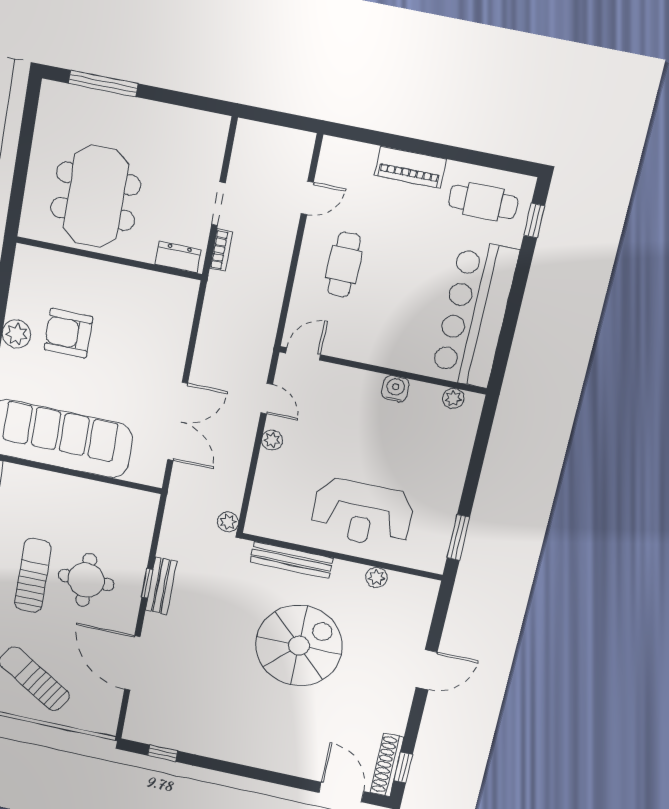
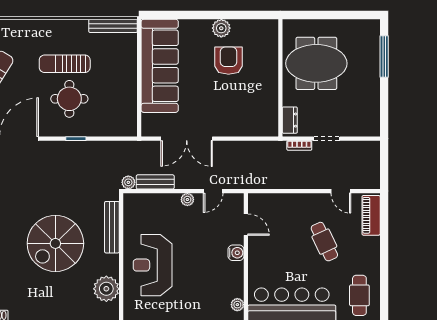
piano: (410, 167) -> (371, 215), moved
cafe table: (344, 265) -> (324, 242), moved, turned 65
door: (303, 354) -> (246, 225), moved
water cooler: (395, 389) -> (236, 253), moved
sun lounger: (33, 575) -> (65, 64), turned 180
plant: (376, 577) -> (106, 289), width x1.88, depth x1.88
bench: (161, 586) -> (155, 182), moved
spiral stairs: (299, 646) -> (55, 243), turned 90

